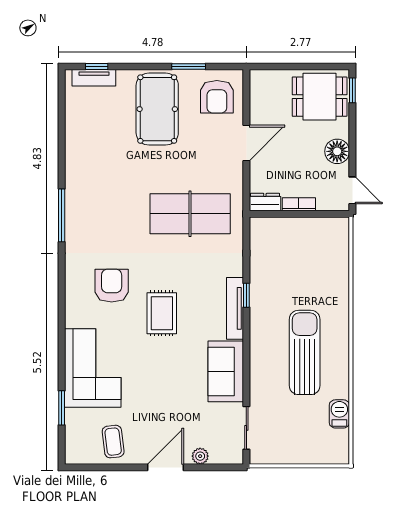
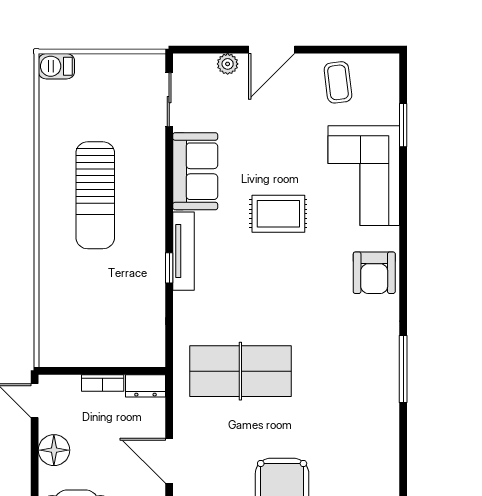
door: (246, 143) -> (169, 461), hinge flipped
armchair: (112, 286) -> (374, 273), moved
rug: (162, 313) -> (278, 214), moved, turned 90
barbecue: (339, 414) -> (56, 66), moved, turned 90

